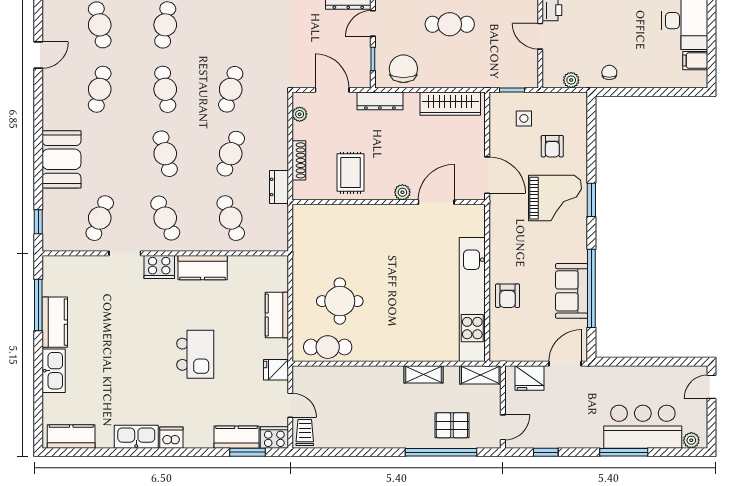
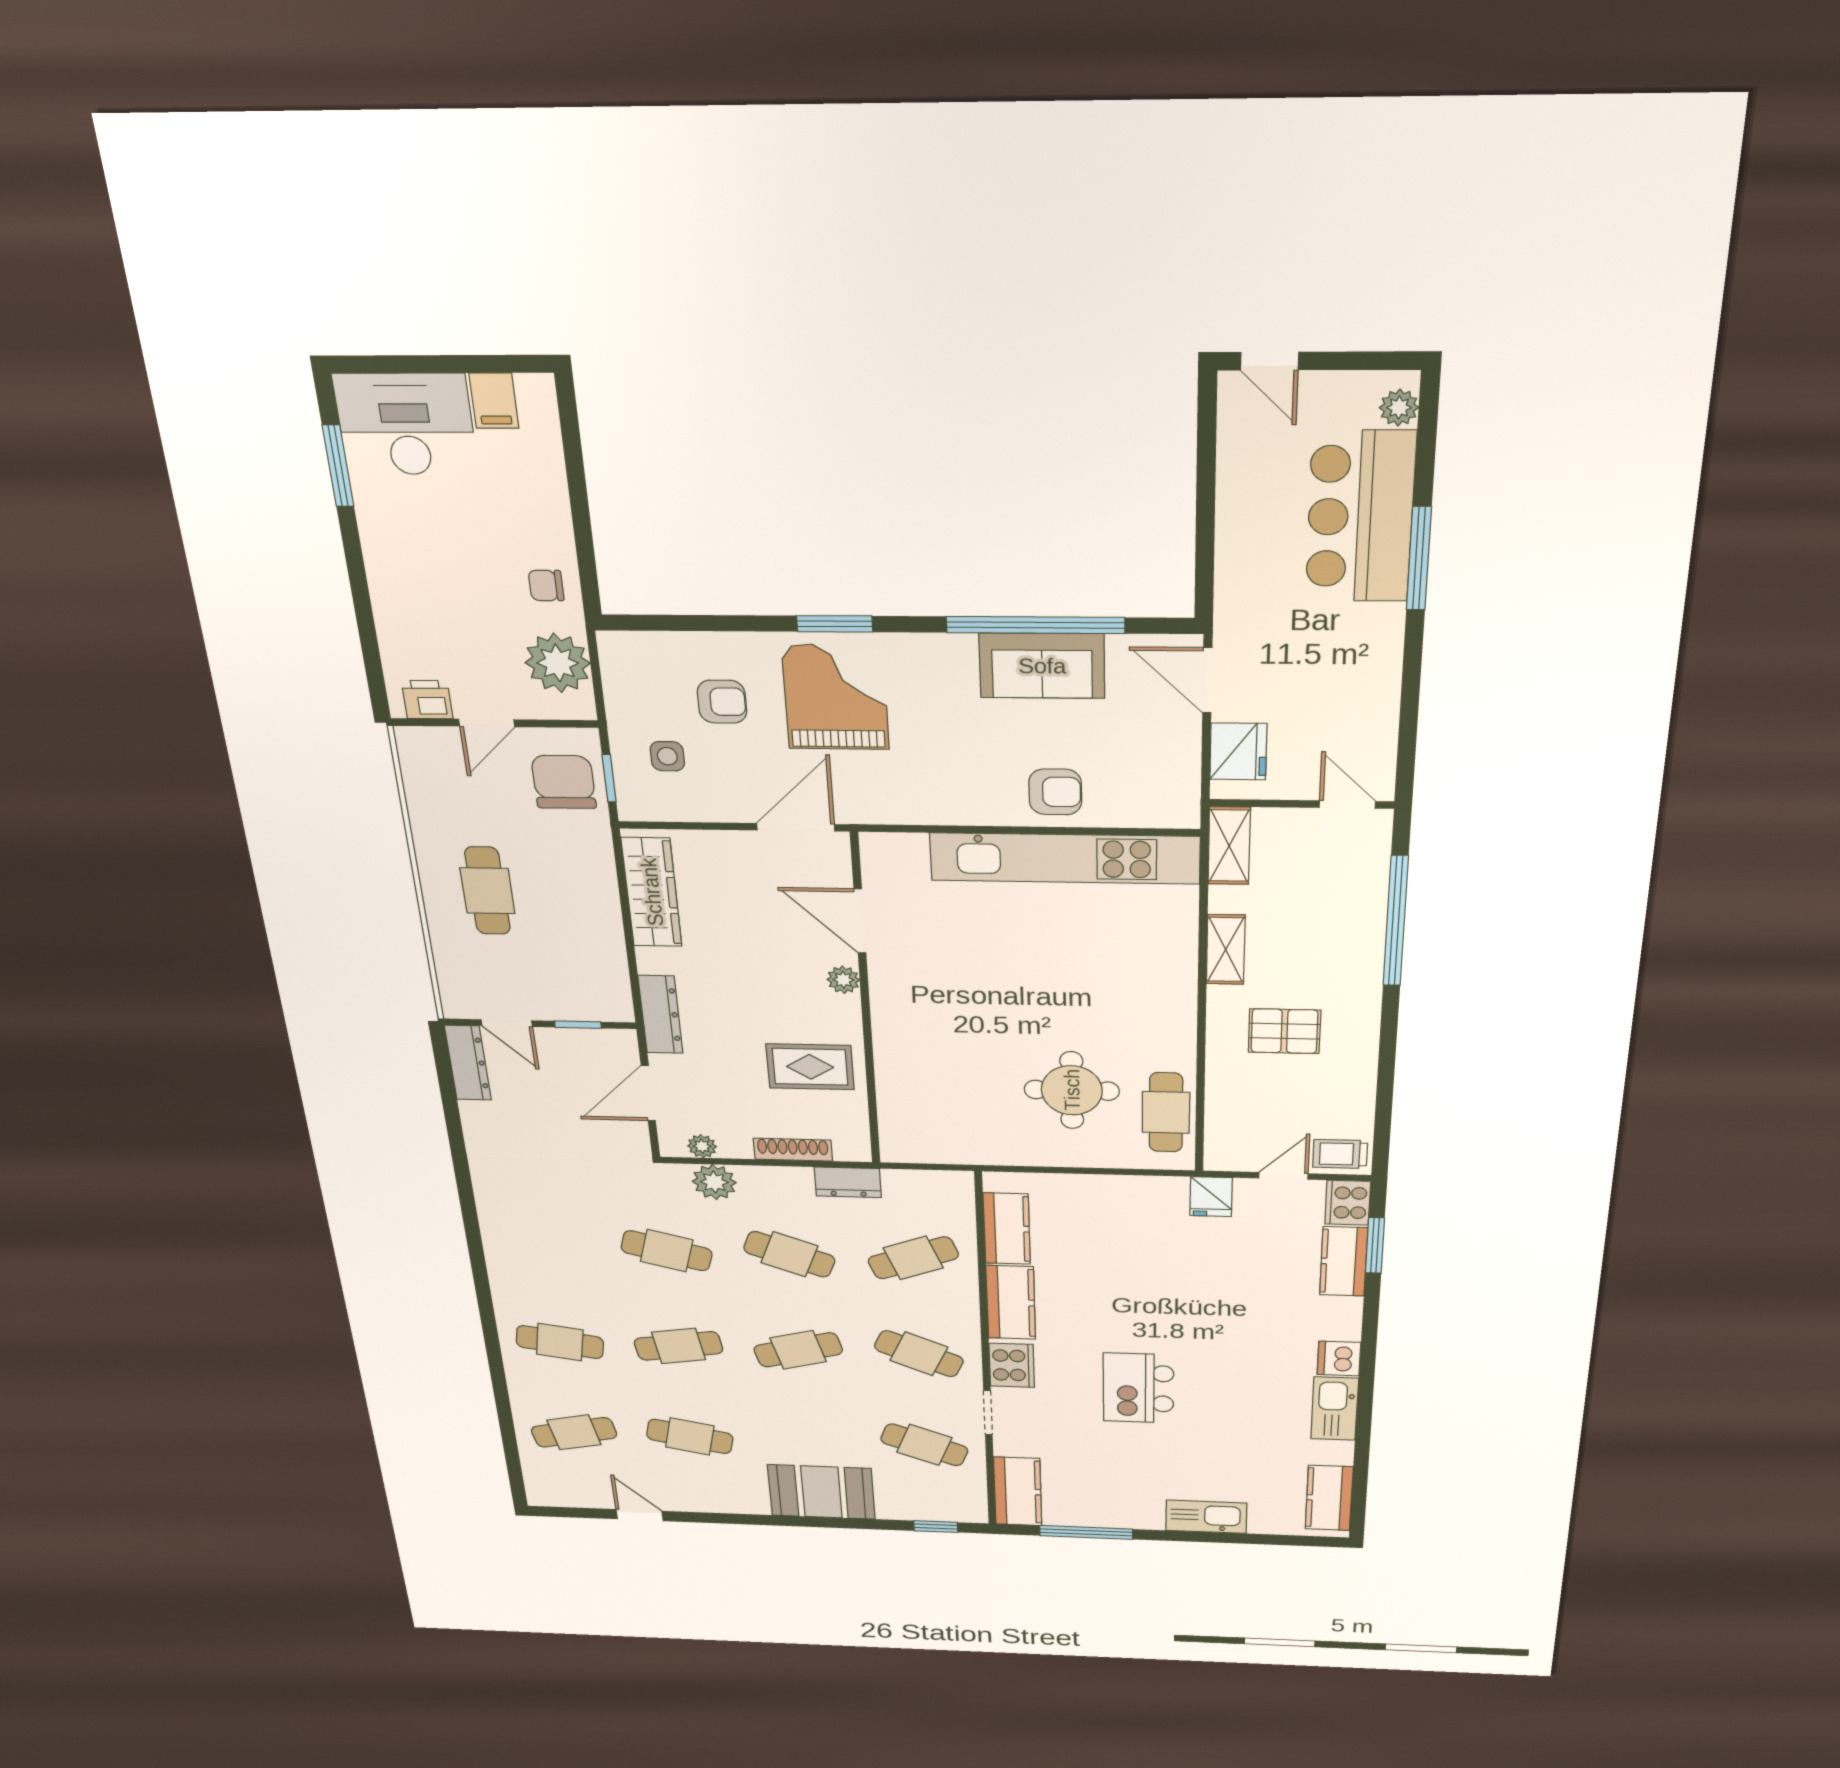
chair: (403, 69) -> (564, 782), moved, turned 90
plant: (571, 80) -> (558, 663), width x1.87, depth x1.87
plant: (277, 118) -> (714, 1182), added
cafe table: (165, 218) -> (919, 1354), turned 48
kitchen counter: (277, 315) -> (1007, 1229), moved, turned -90
kitchen counter: (55, 322) -> (1018, 1491), moved, turned 90
kitchen island: (195, 354) -> (1138, 1388), moved, turned -90
pallet: (452, 425) -> (1284, 1031), moved, turned 90
window: (546, 452) -> (1408, 721), removed

